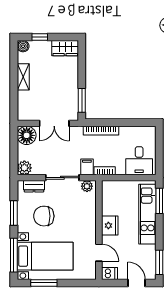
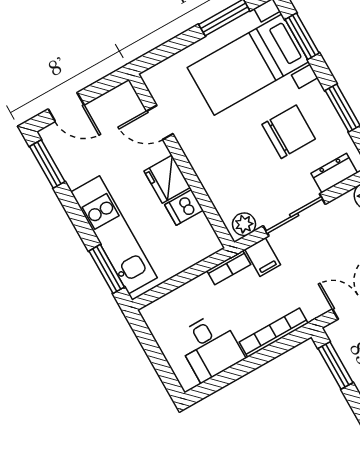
desk: (139, 161) -> (210, 347), moved, turned 180
window: (14, 255) -> (302, 36), width x0.69
dishwasher: (109, 273) -> (184, 207), moved

